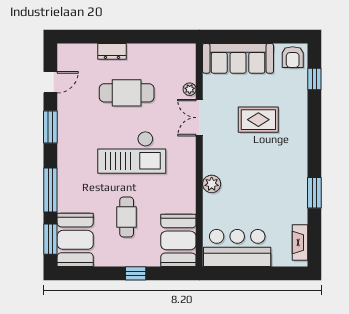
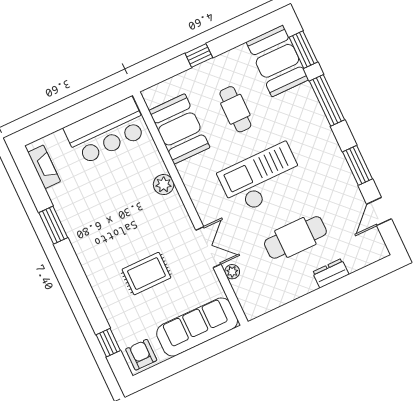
booth: (178, 240) -> (179, 129), moved

